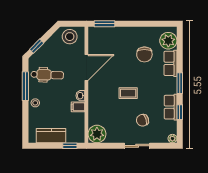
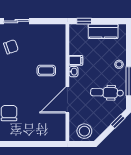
window: (104, 24) -> (49, 144), removed
coffee table: (128, 93) -> (46, 70), moved
plant: (97, 134) -> (57, 33), removed

